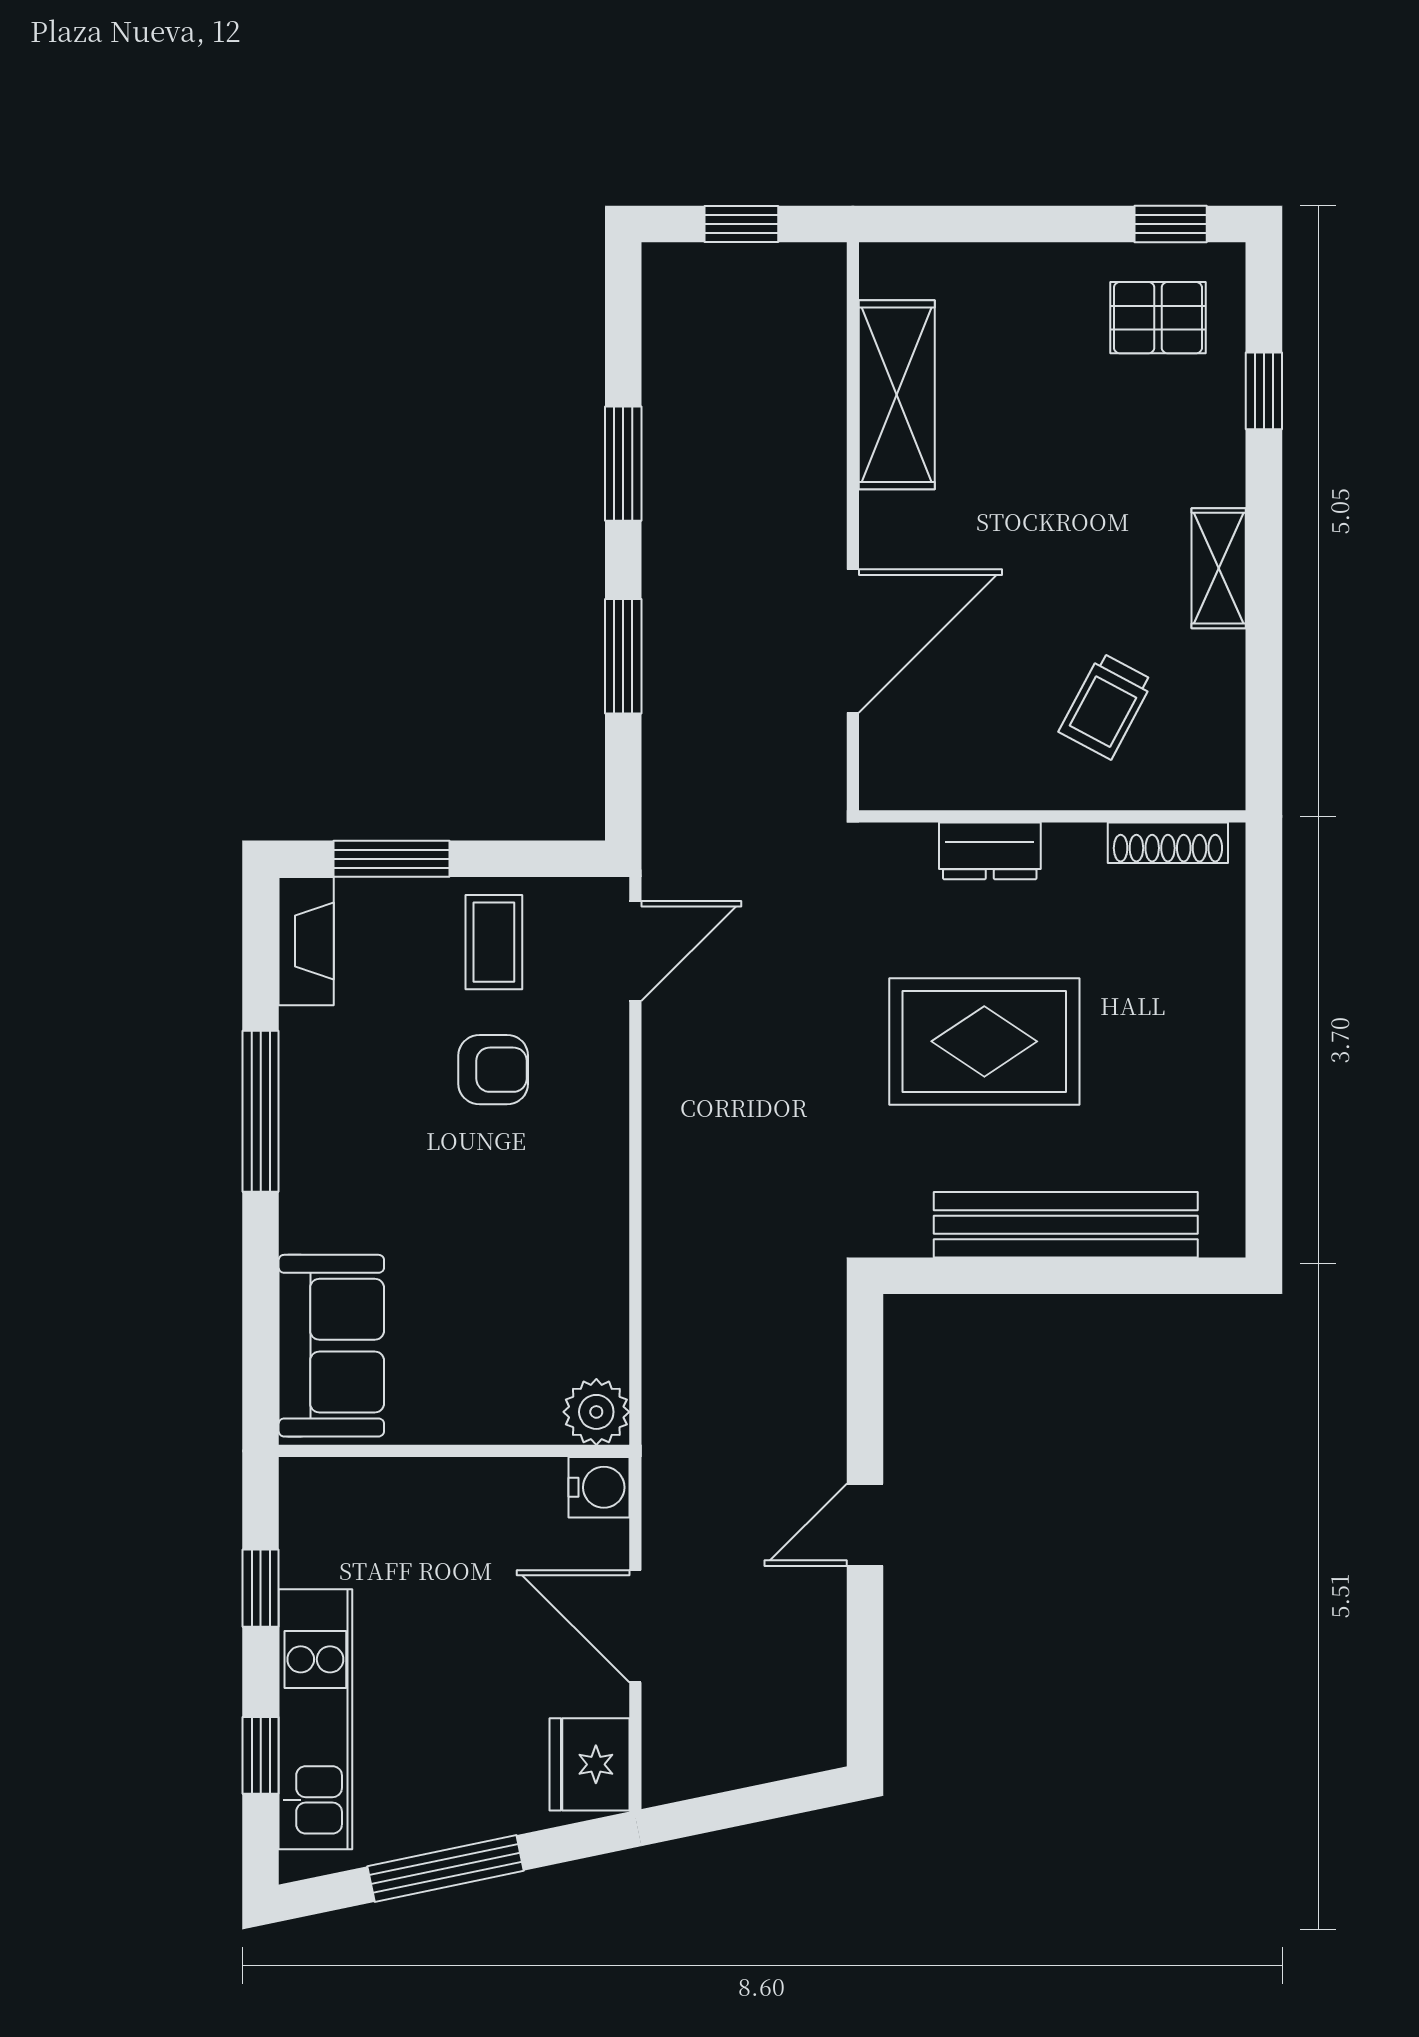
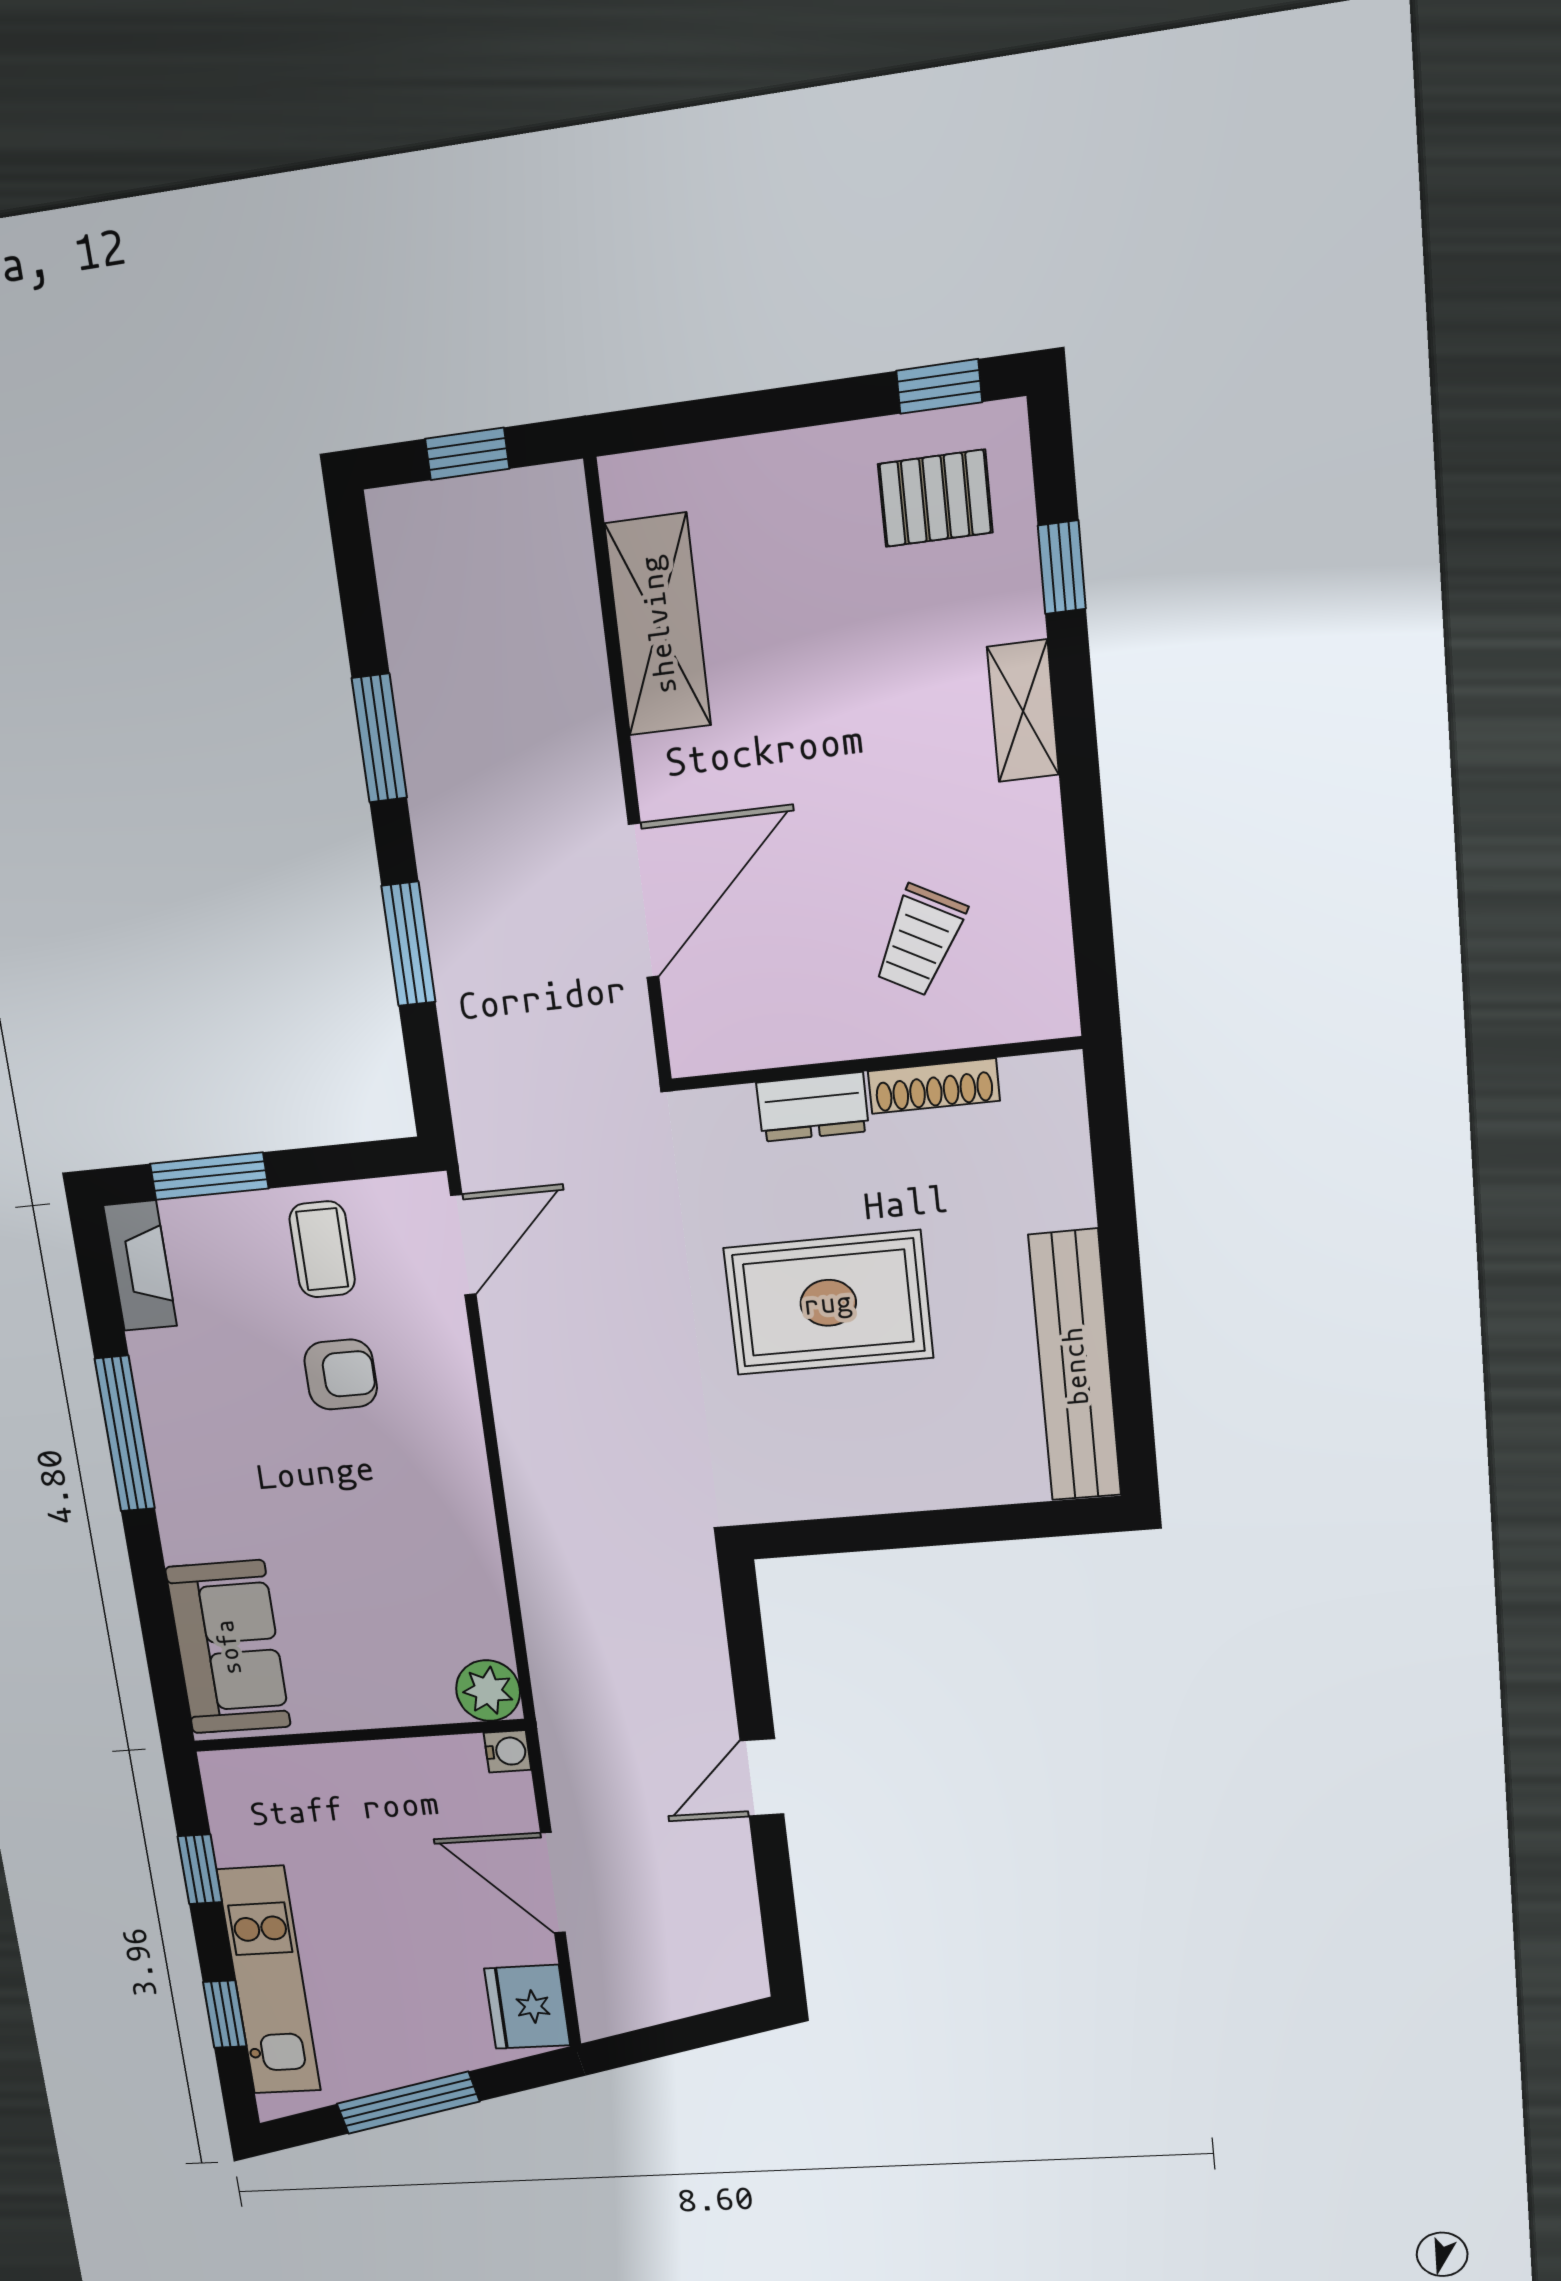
shelving: (1219, 568) -> (1023, 711), moved
shoe rack: (1168, 843) -> (934, 1086), moved
bench: (1066, 1225) -> (1075, 1366), moved, turned 90
water cooler: (599, 1487) -> (507, 1751), width x0.72, depth x0.72

